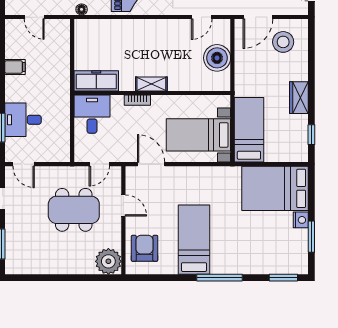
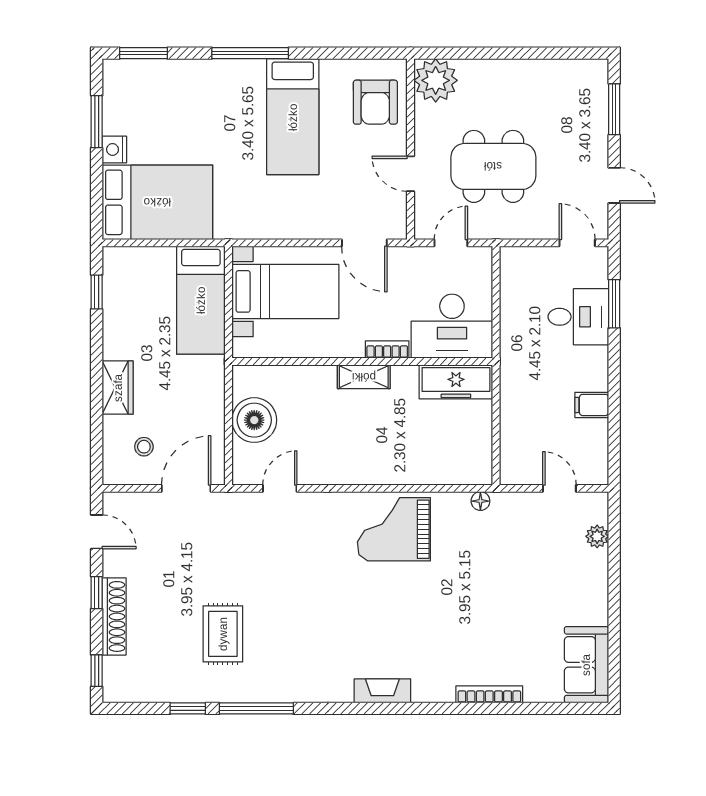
stool: (283, 42) -> (144, 447), width x0.53, depth x0.53
wardrobe: (299, 98) -> (118, 388), moved
desk: (92, 114) -> (452, 326), width x1.37

